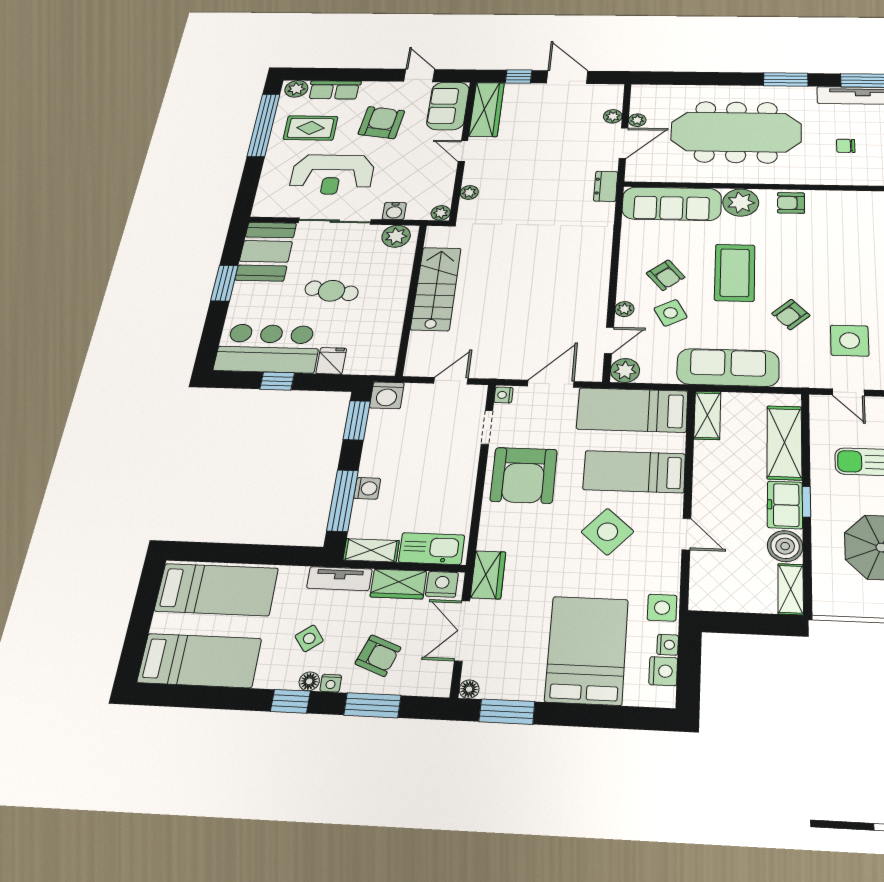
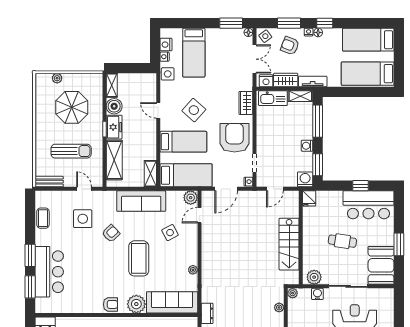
armchair: (666, 275) -> (173, 256), removed
plant: (624, 309) -> (193, 270), moved
fridge: (331, 361) -> (309, 198), moved
washing machine: (367, 488) -> (307, 146), moved
wardrobe: (488, 575) -> (246, 103), moved
side table: (309, 638) -> (265, 36), moved
bed: (587, 650) -> (194, 53), width x0.67

